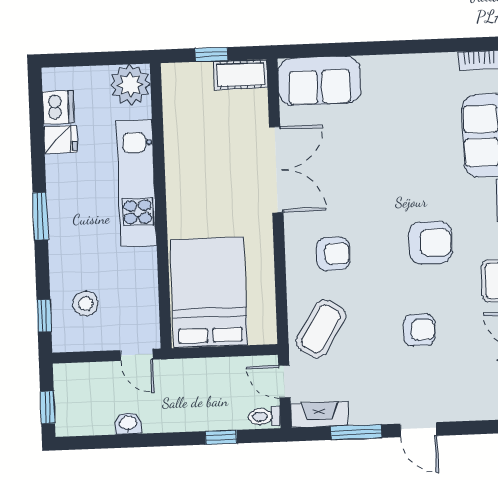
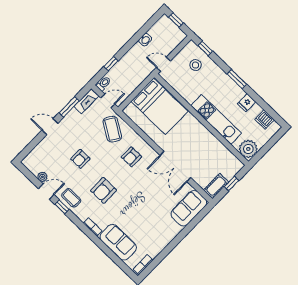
fridge: (60, 139) -> (247, 103), moved

